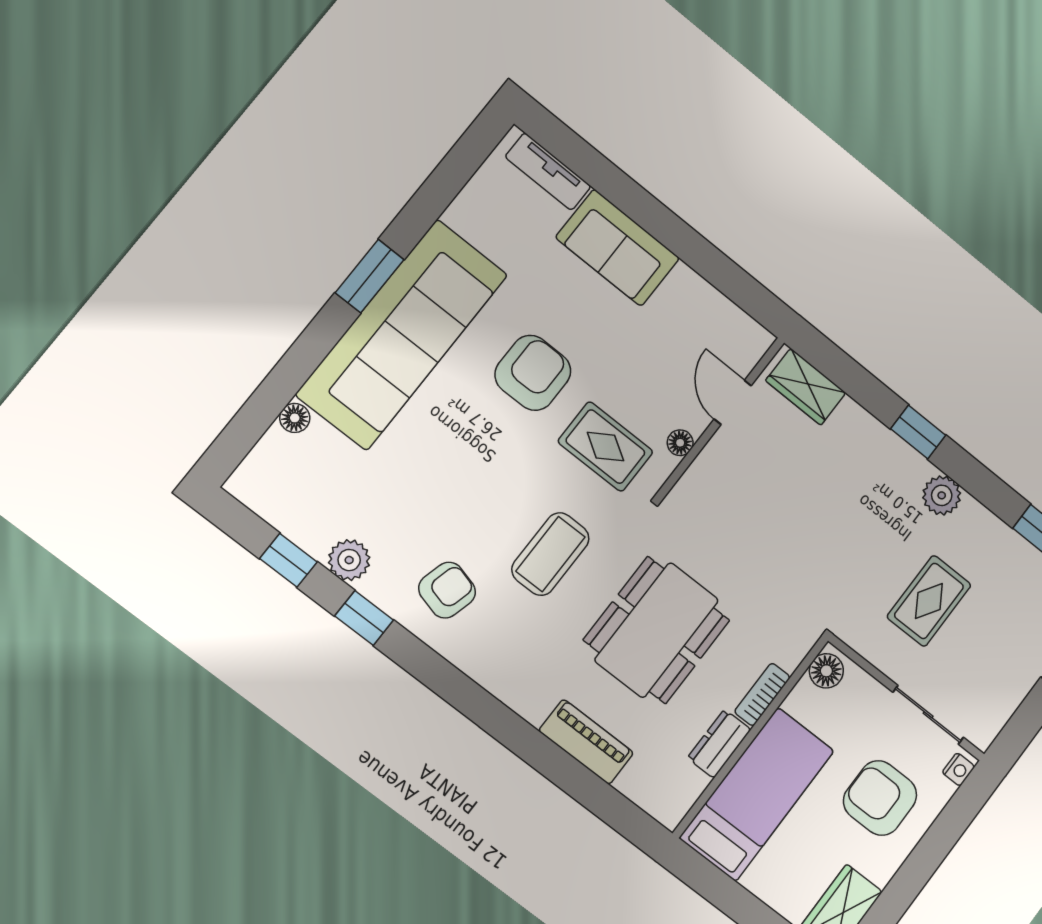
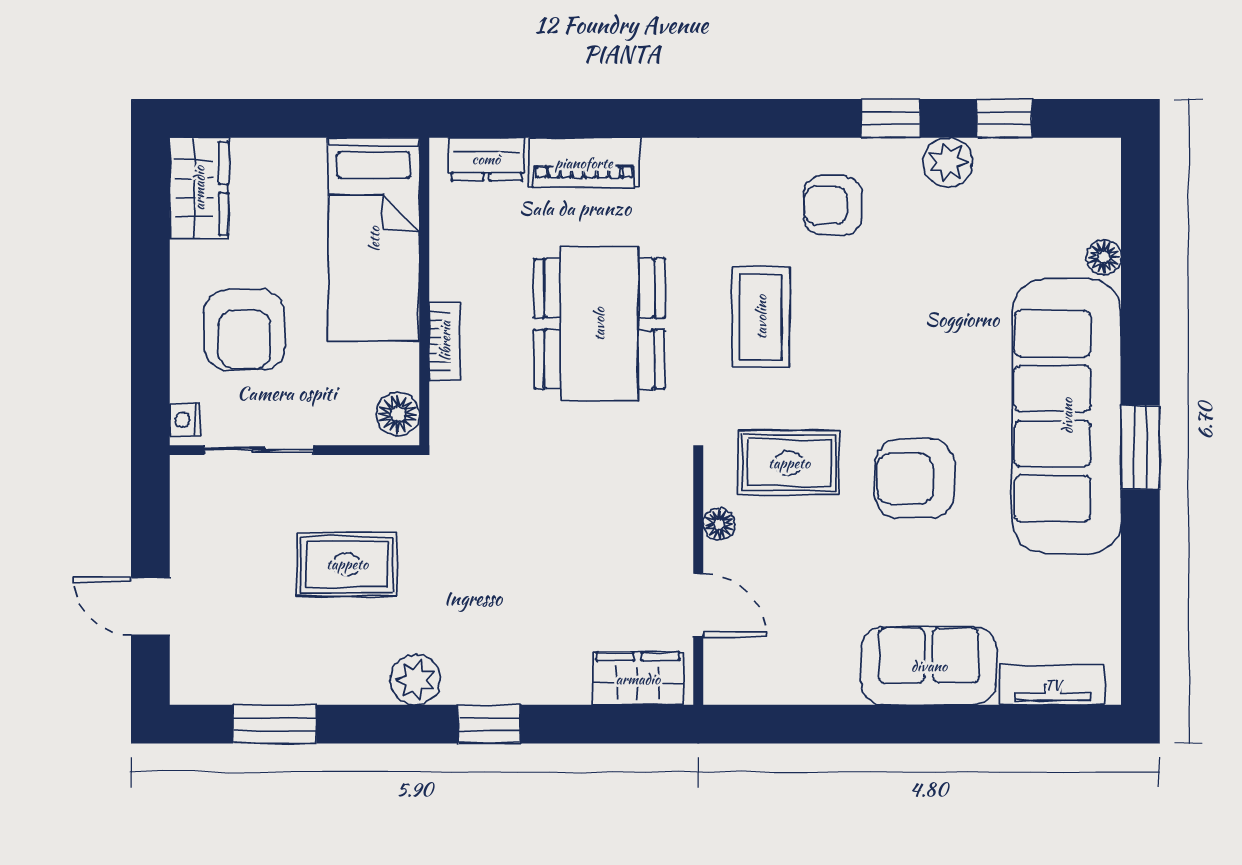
armchair: (533, 373) -> (915, 479), turned 90
armchair: (447, 590) -> (833, 206), turned 75
rug: (929, 601) -> (347, 564), turned 90
dresser: (719, 744) -> (486, 159), moved, turned 90
armchair: (880, 798) -> (244, 330), turned 90

